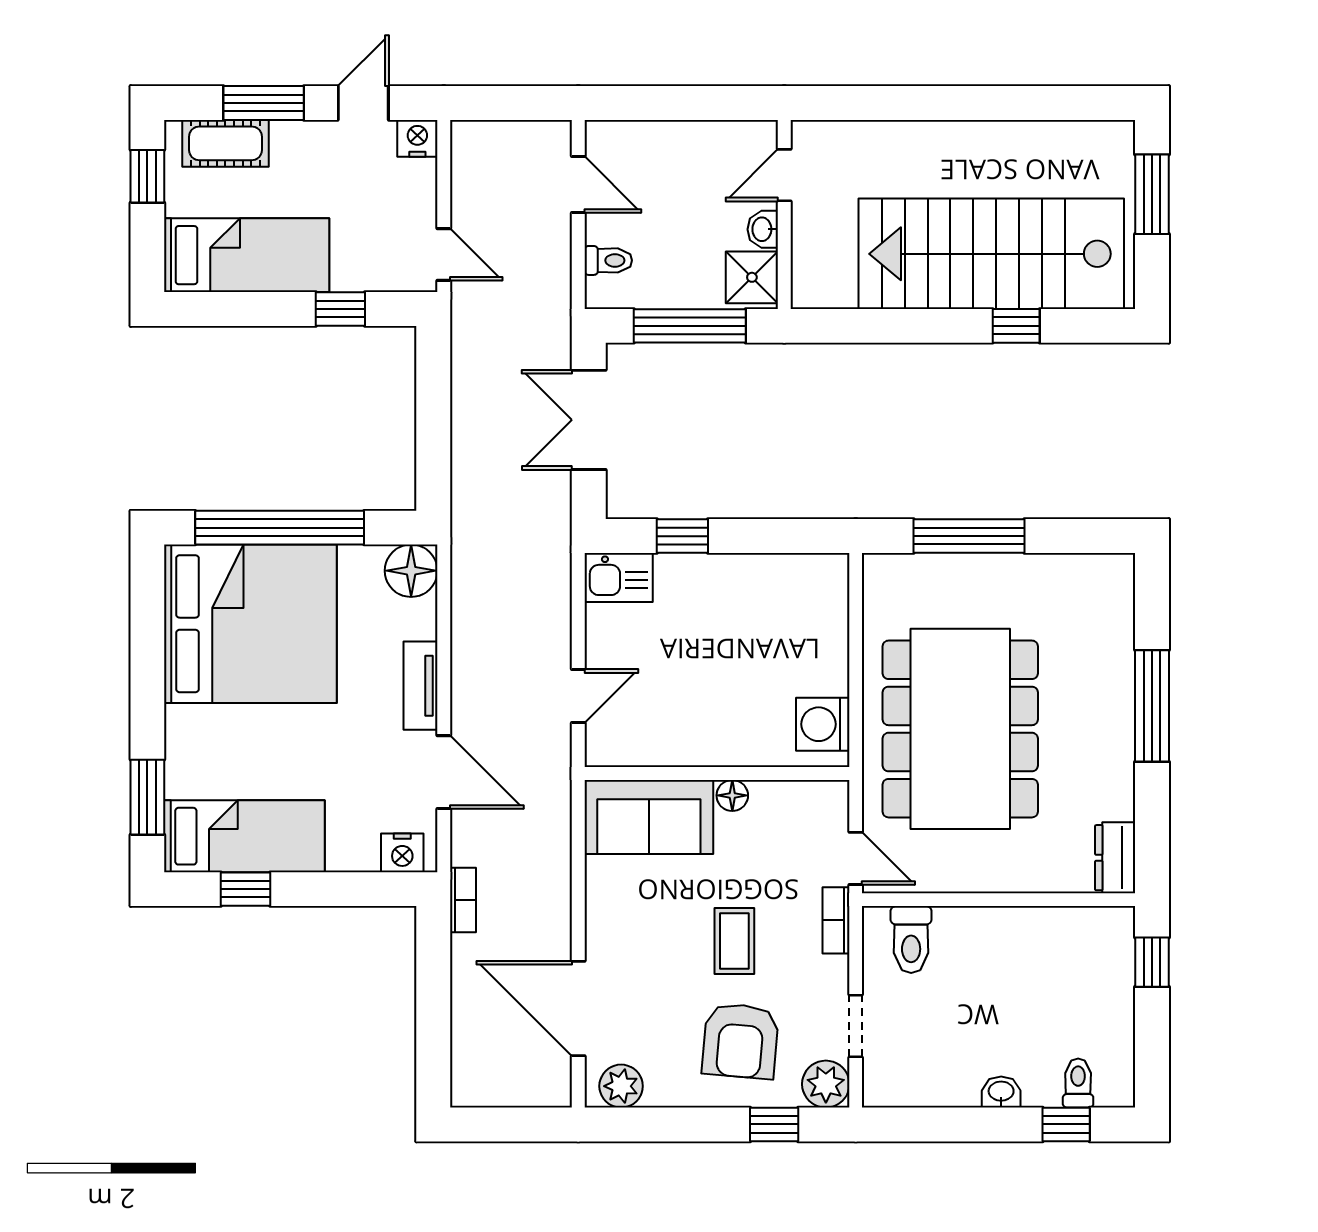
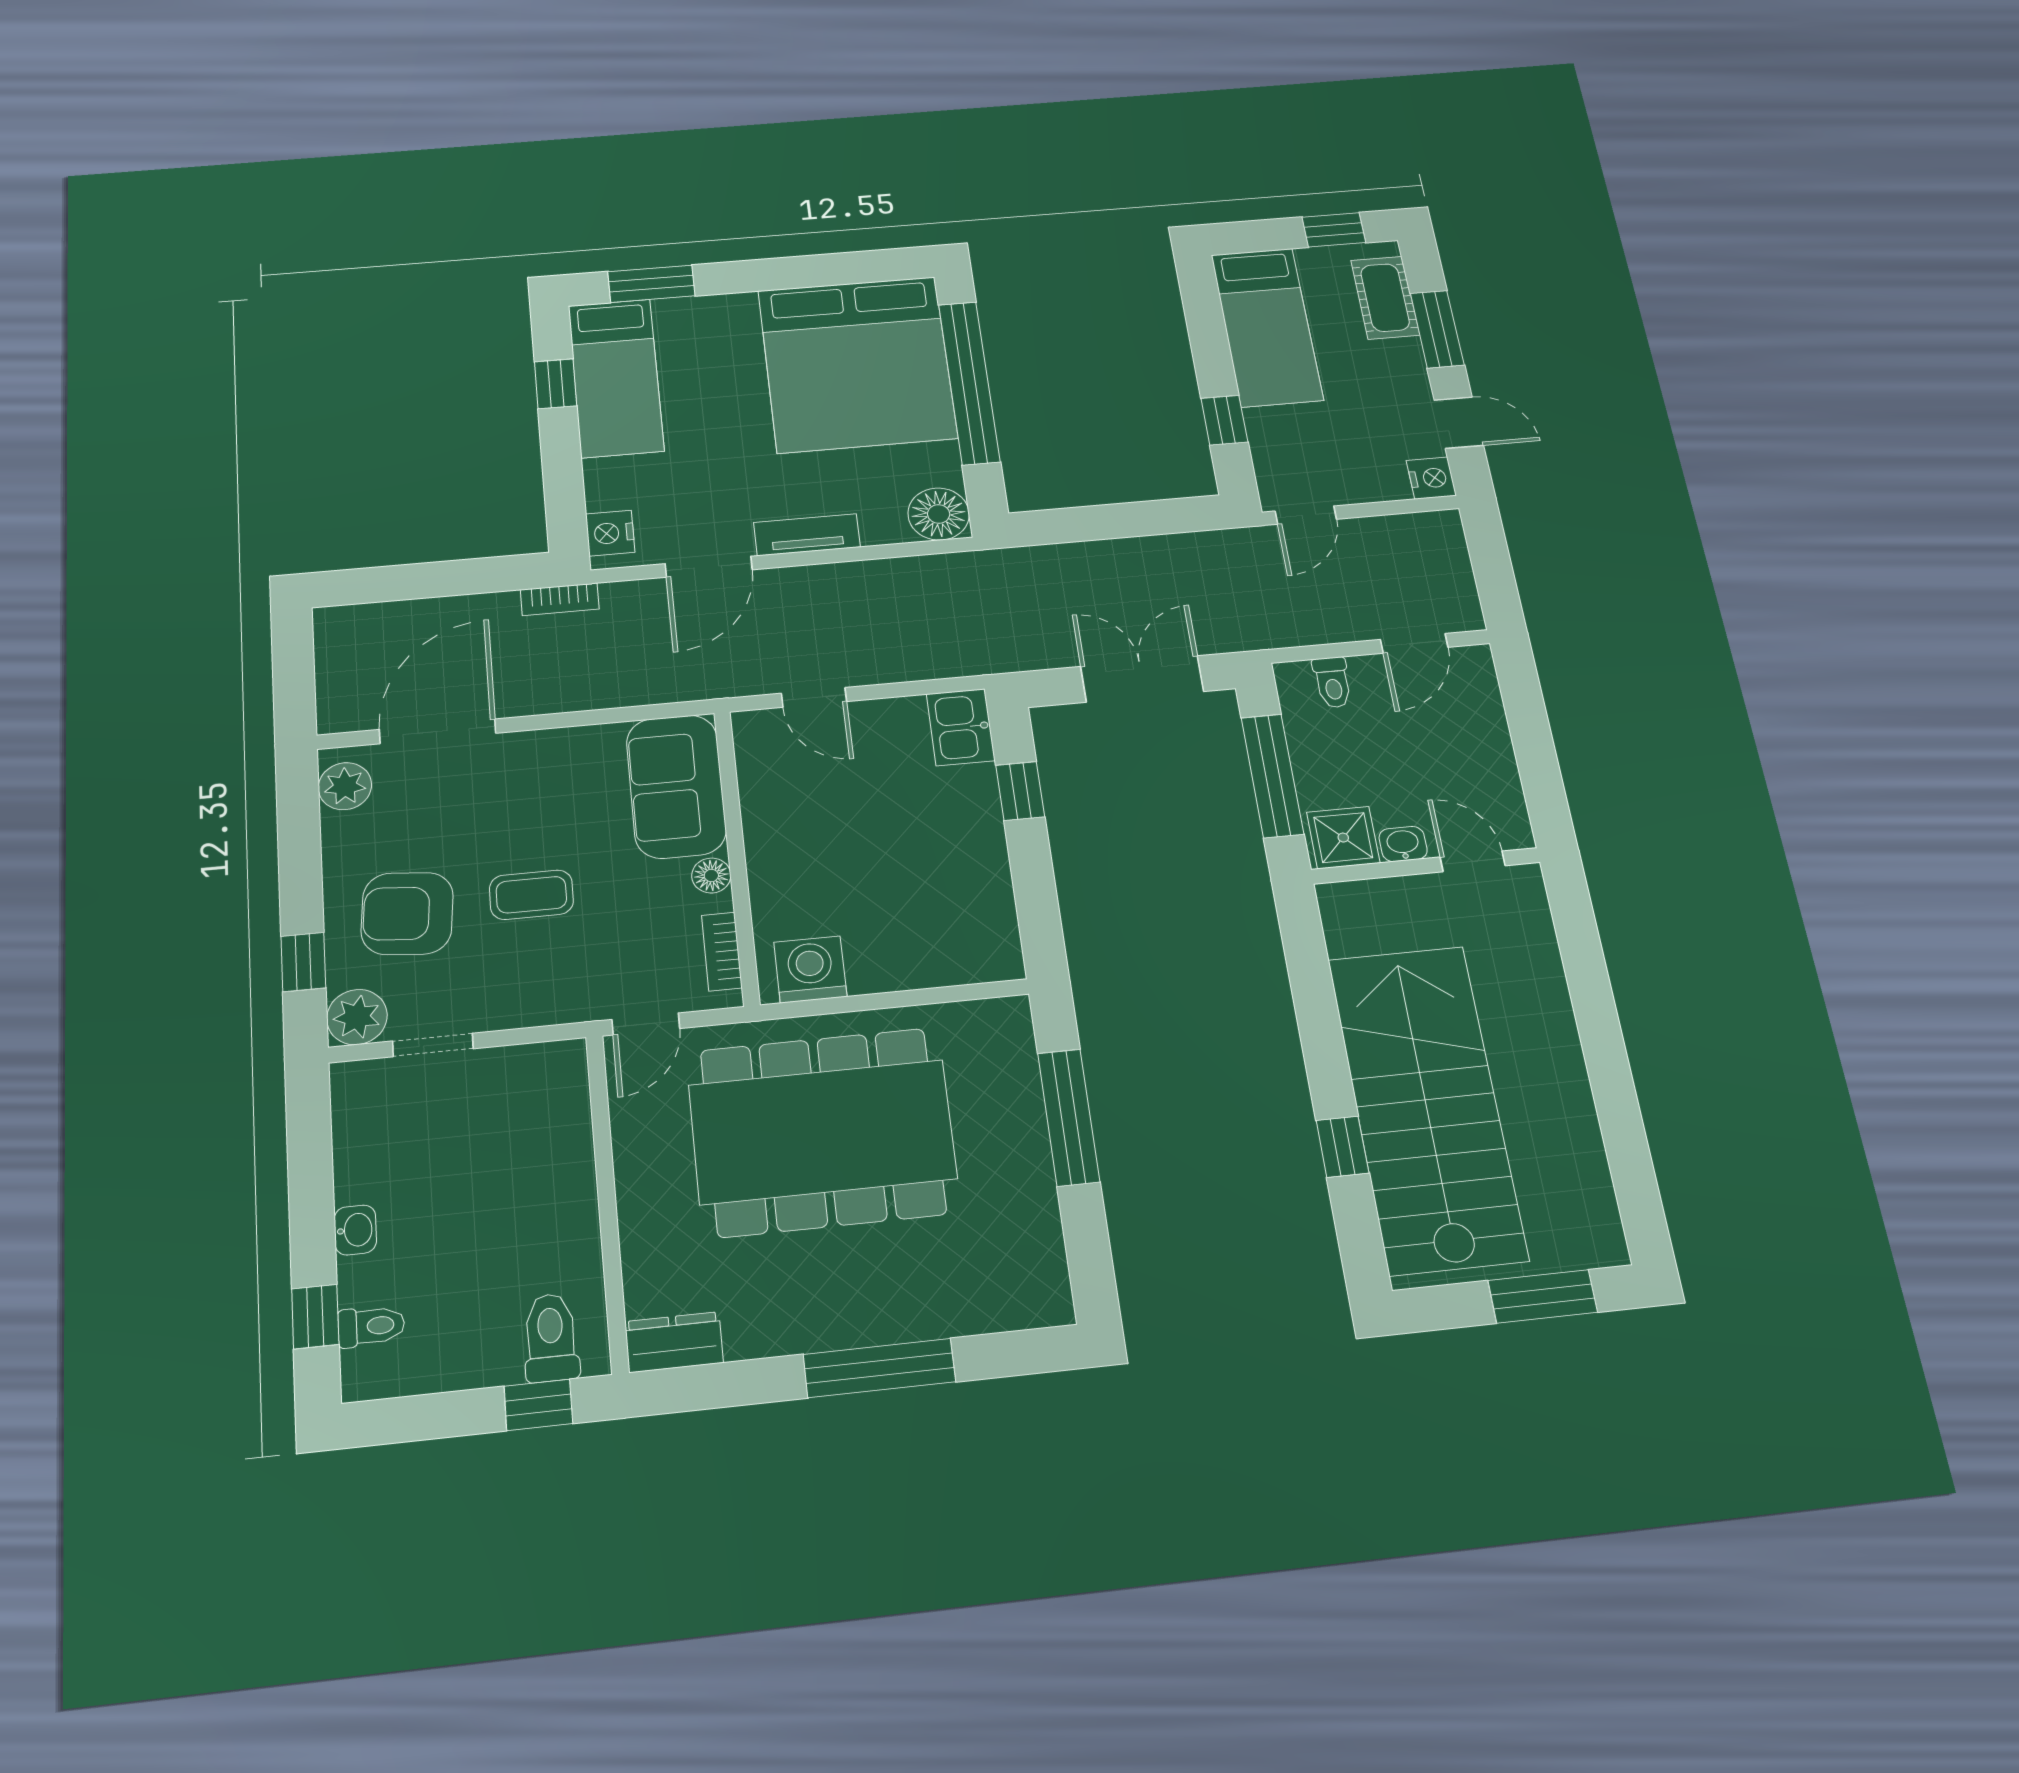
bookcase: (836, 920) -> (722, 952), moved, turned -90
toilet: (911, 940) -> (551, 1338), moved, turned 90

